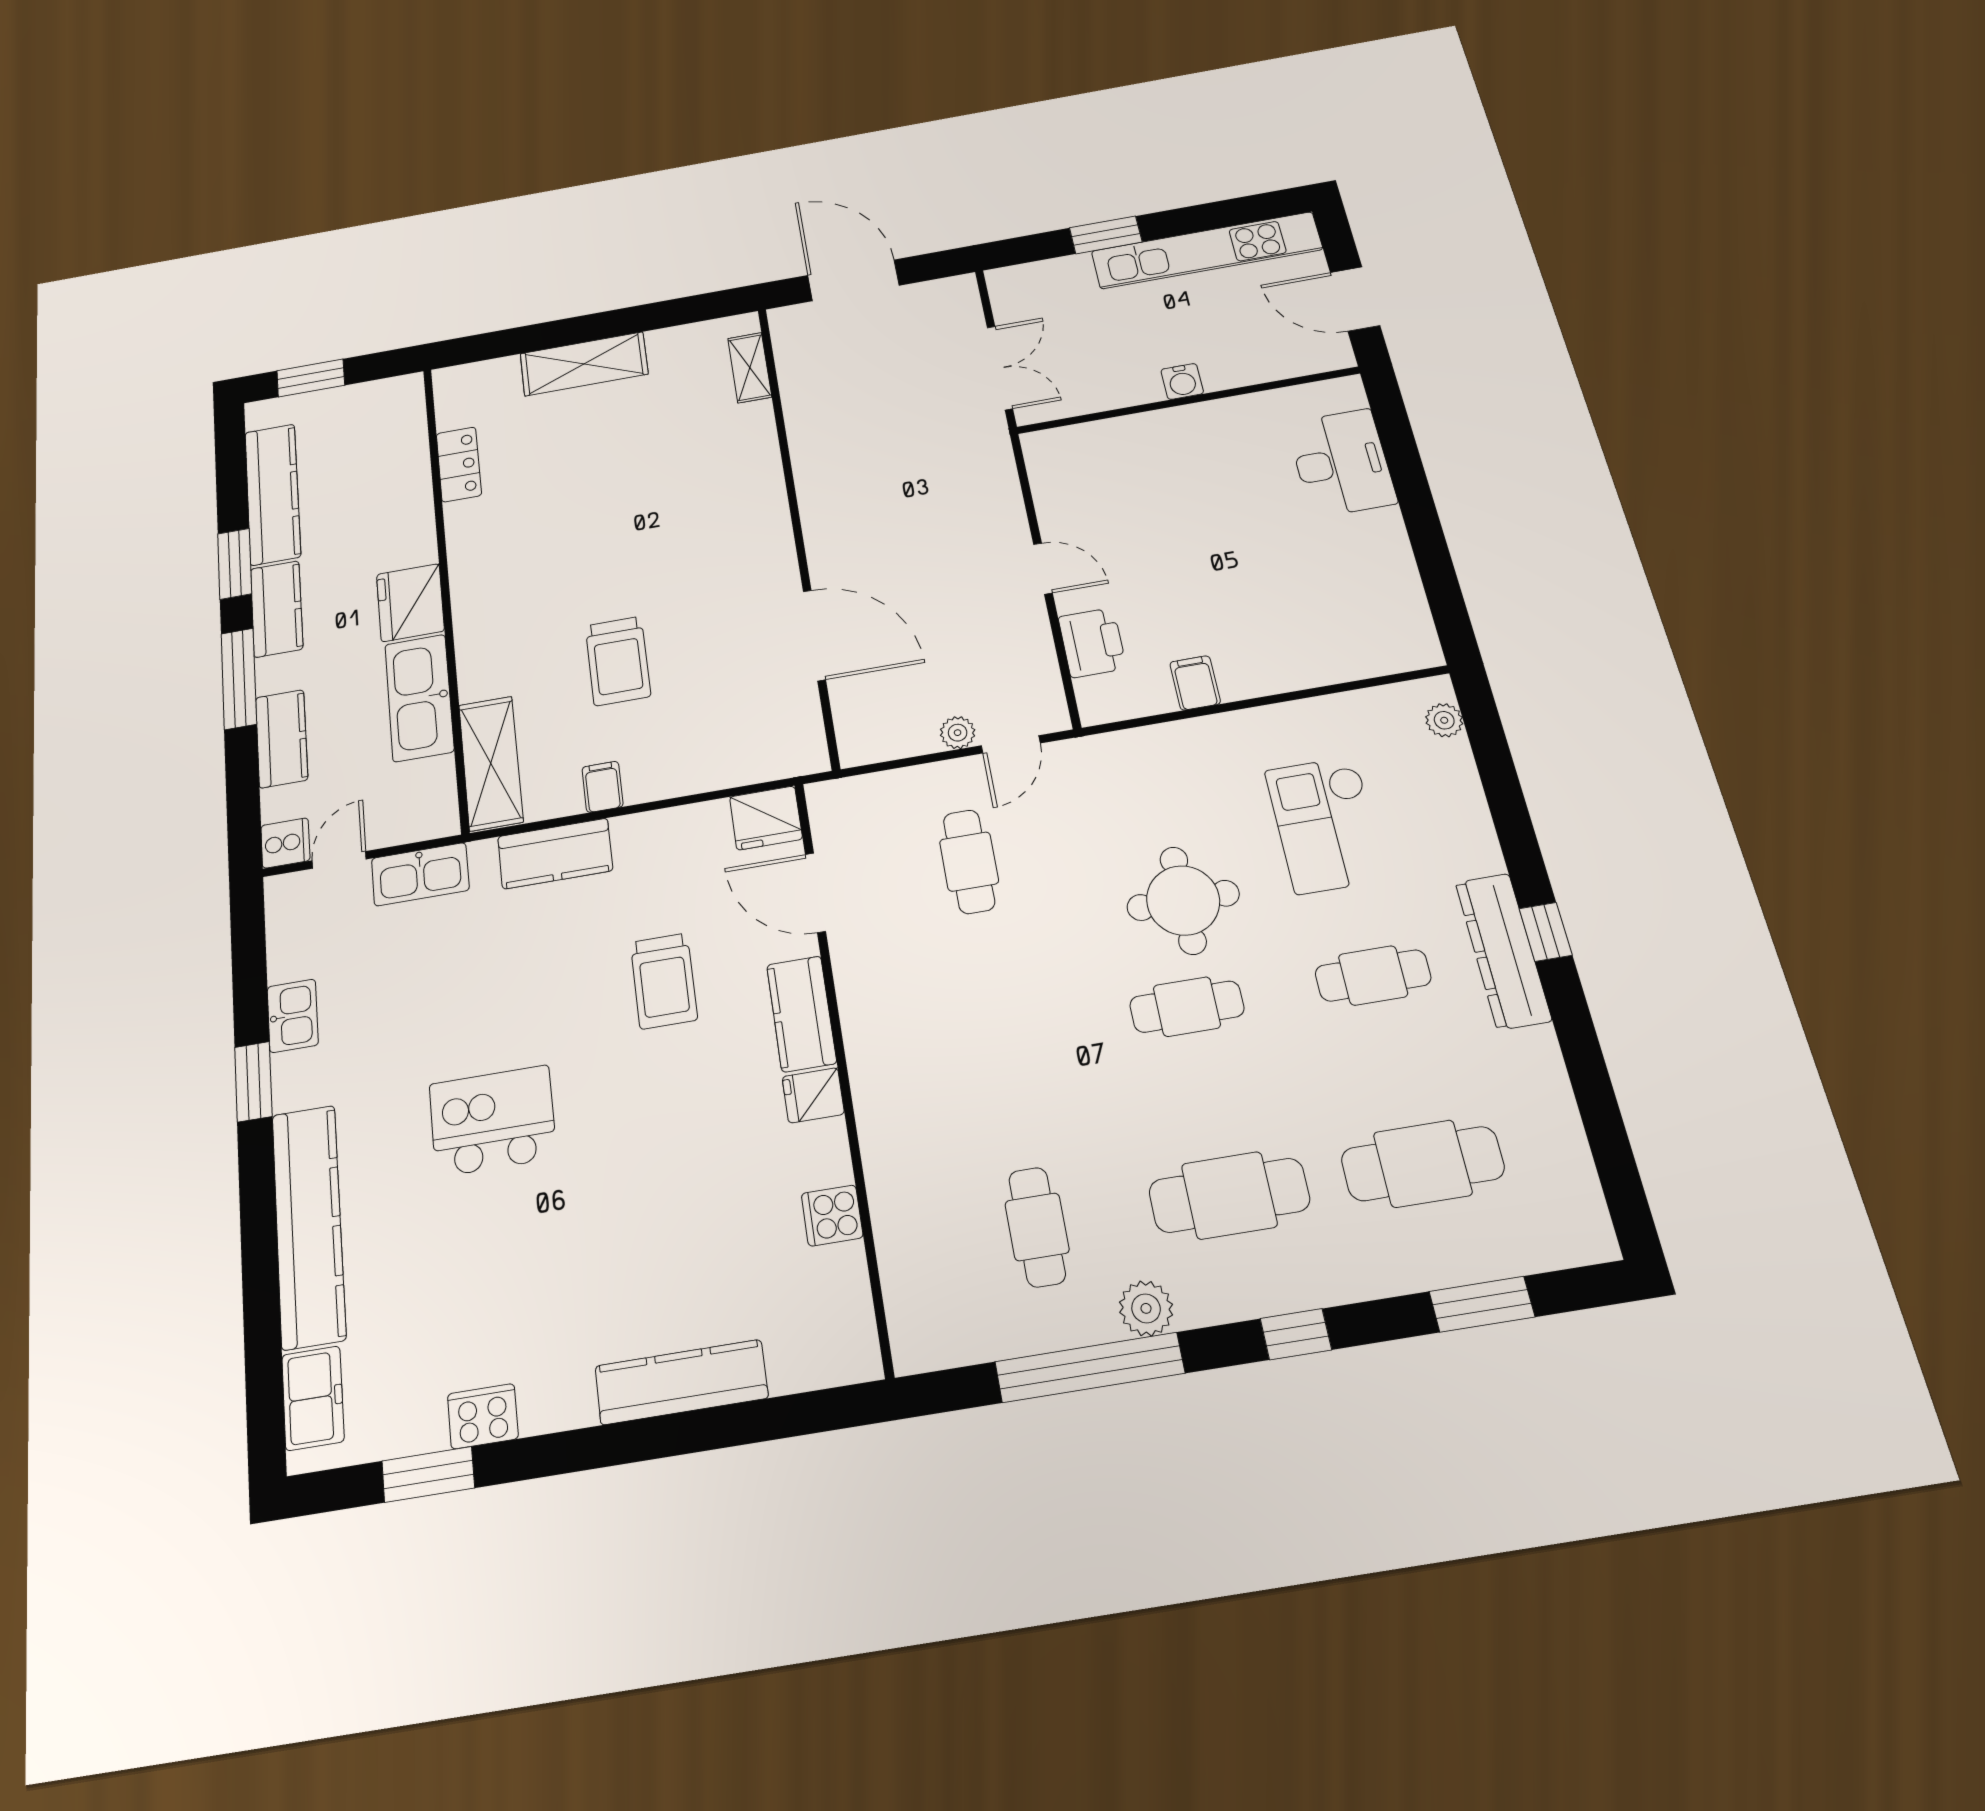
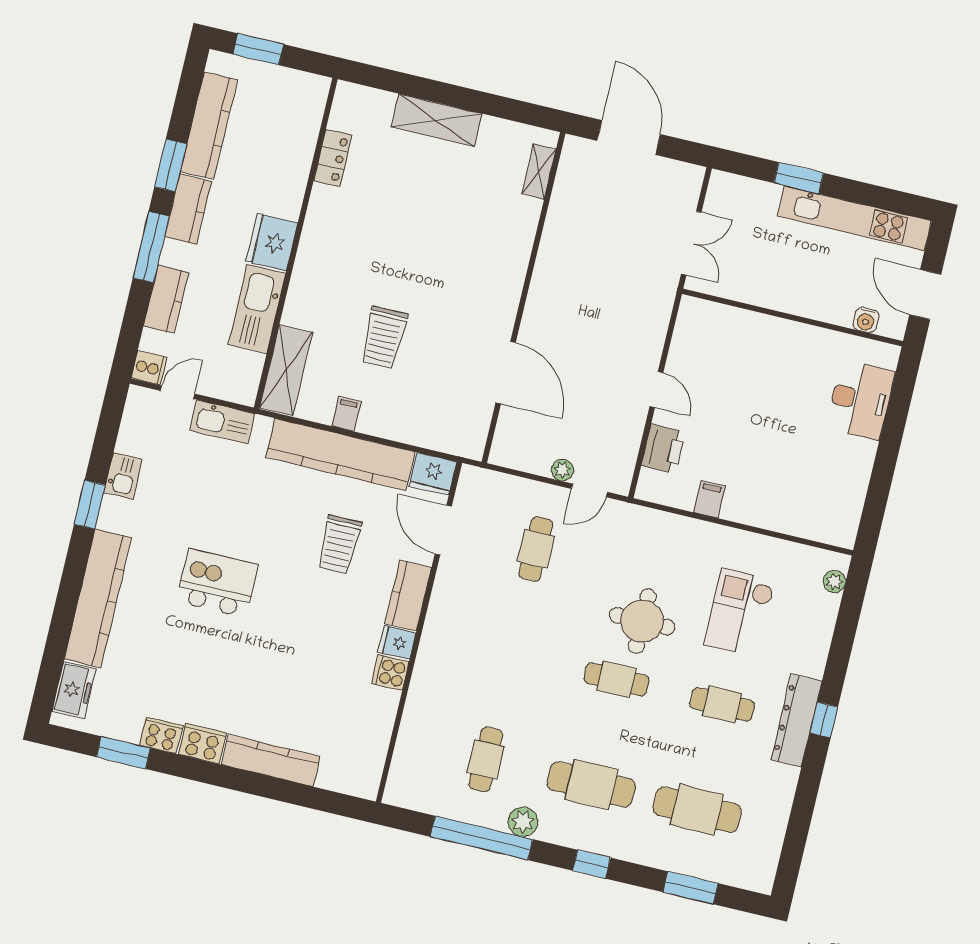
water cooler: (1182, 381) -> (866, 320), moved
kitchen counter: (555, 854) -> (340, 454), width x2.08, depth x1.17
cooker: (832, 1216) -> (390, 673), moved
cooker: (557, 1401) -> (202, 744), added

